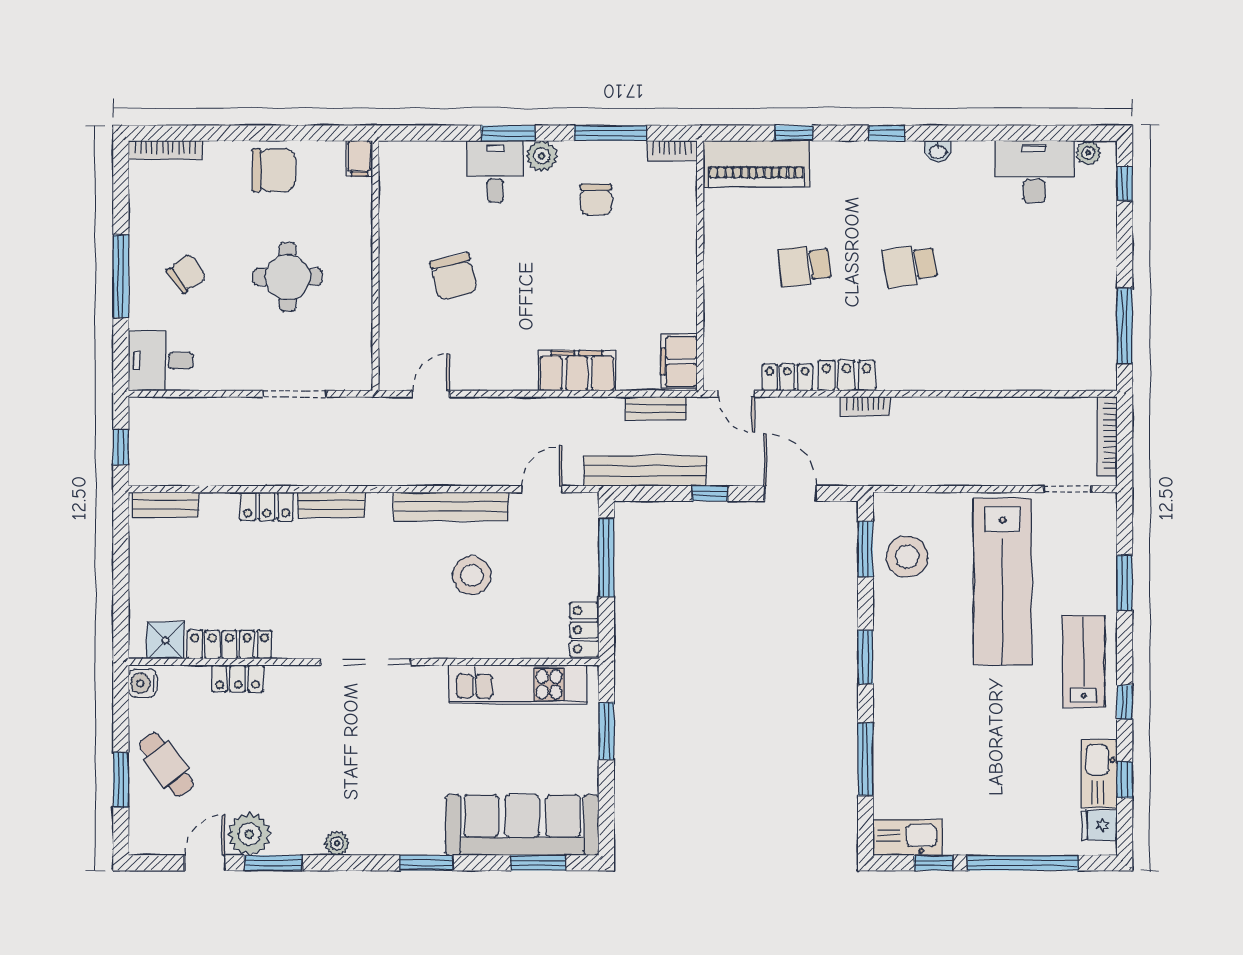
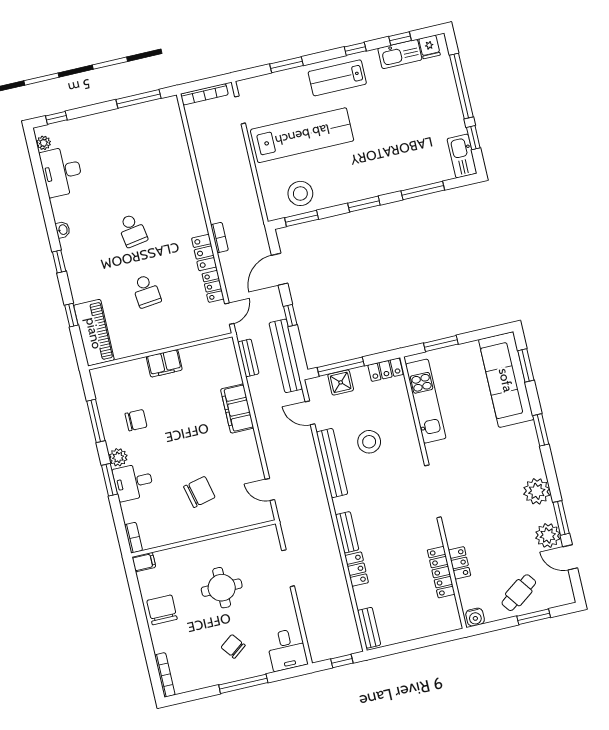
bookcase: (672, 151) -> (133, 538), moved
filing cabinet: (679, 361) -> (164, 363), moved
shower: (165, 640) -> (341, 382), moved
plant: (337, 843) -> (537, 491), width x1.88, depth x1.88

